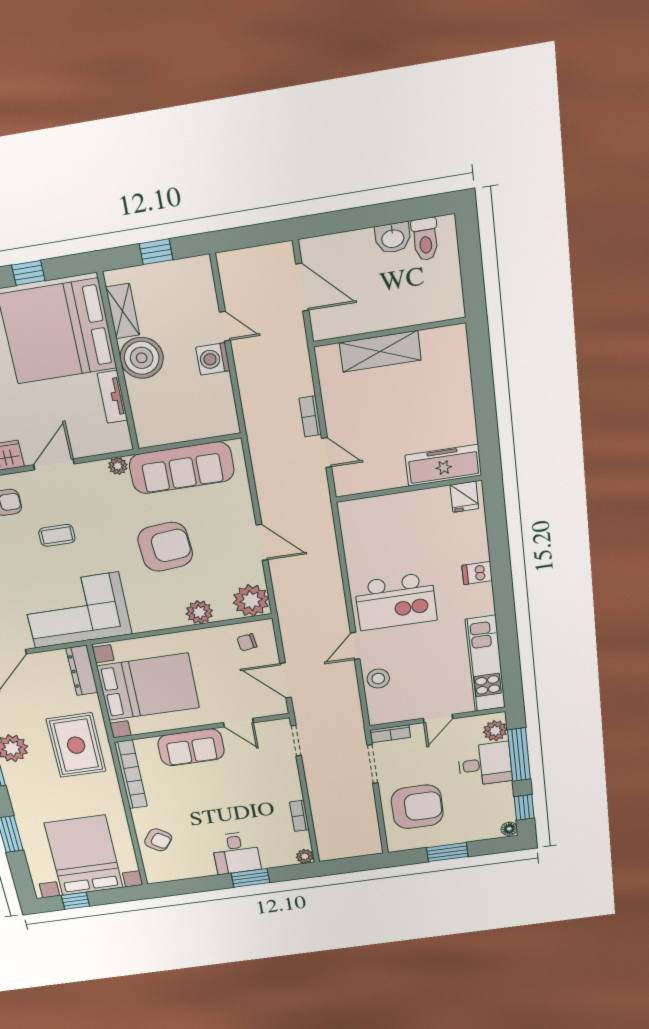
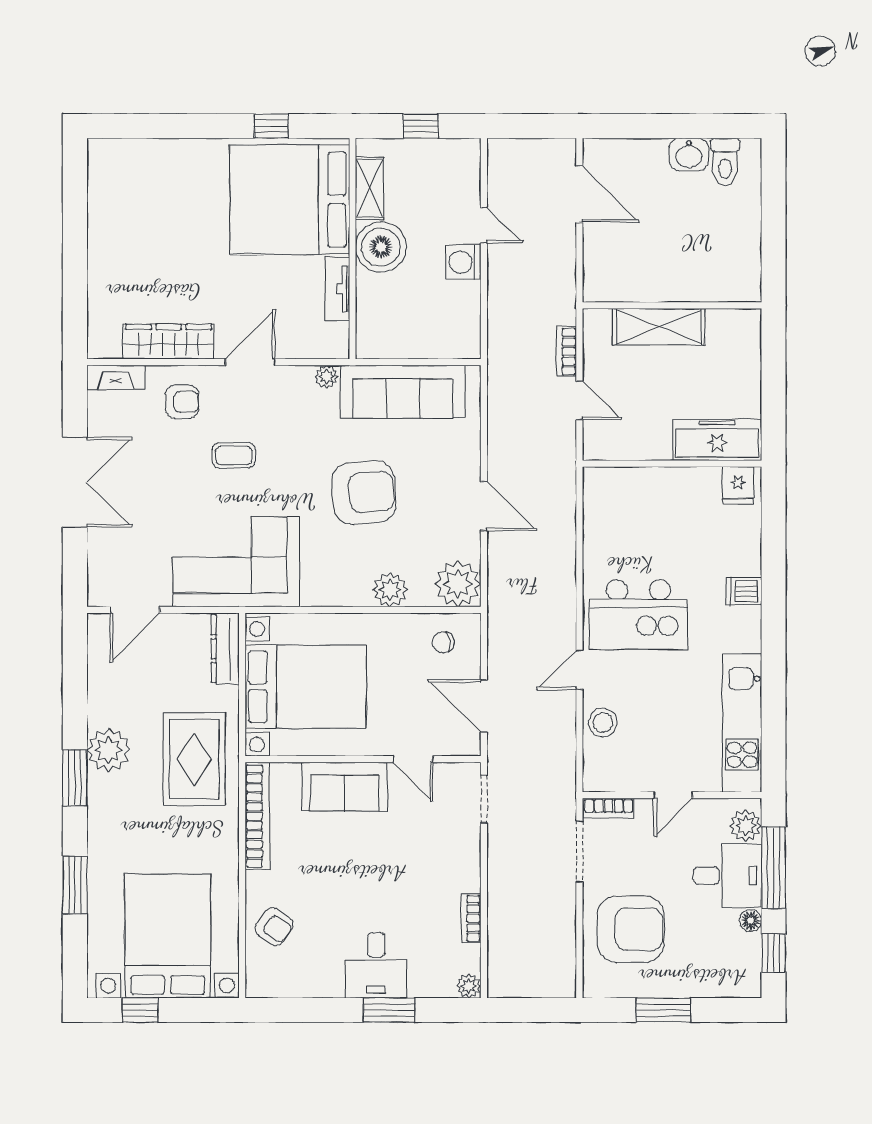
wall: (389, 332) -> (672, 305), moved
shelving: (380, 351) -> (659, 327), moved
floor lamp: (509, 829) -> (751, 921), moved

